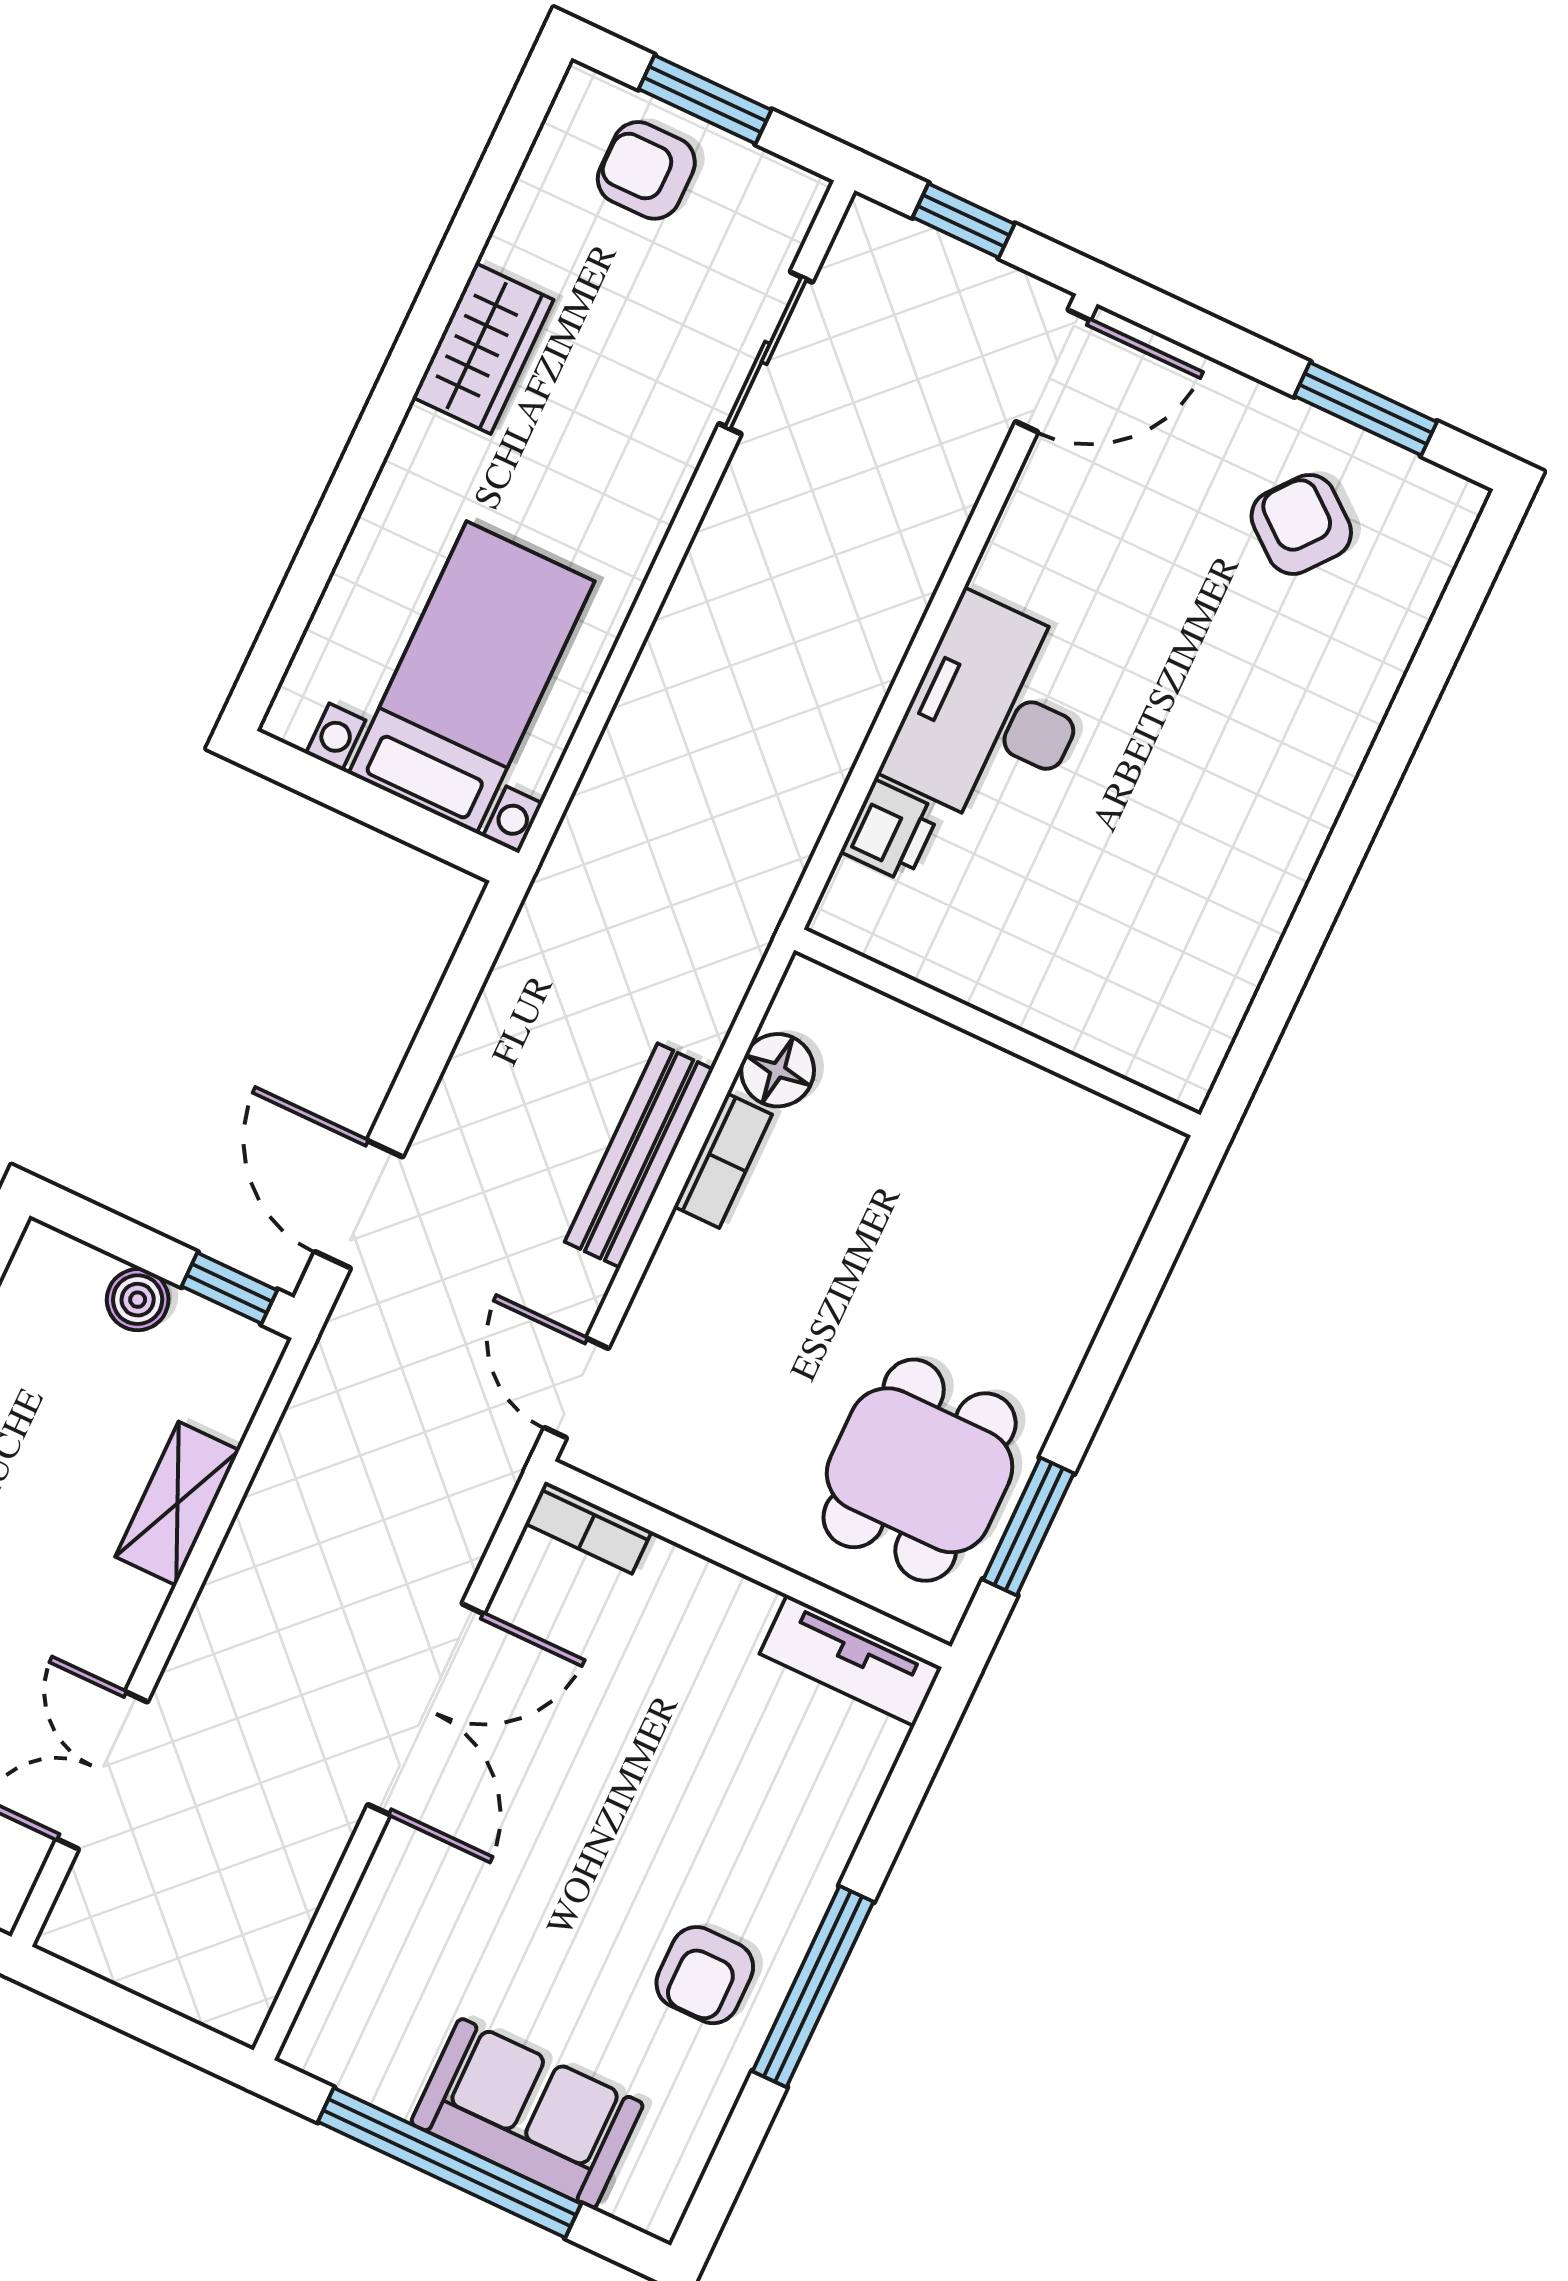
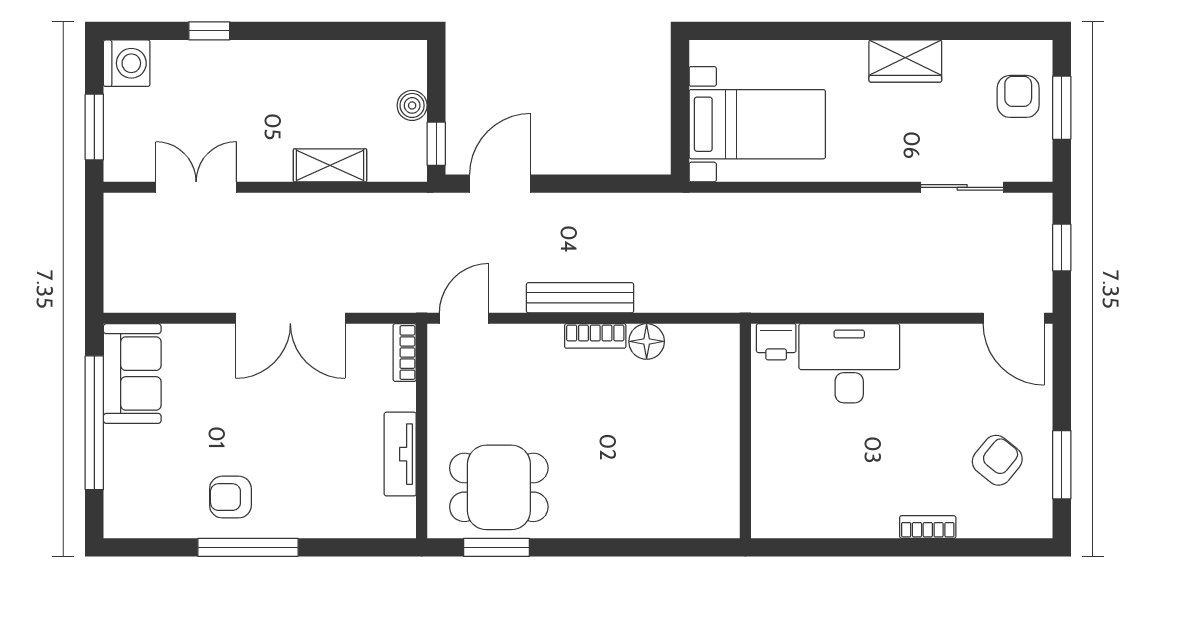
bookcase: (1365, 711) -> (928, 527), added
wall: (997, 1032) -> (745, 431), moved
tv unit: (851, 1660) -> (400, 454), moved
sofa: (527, 2114) -> (132, 374), moved

